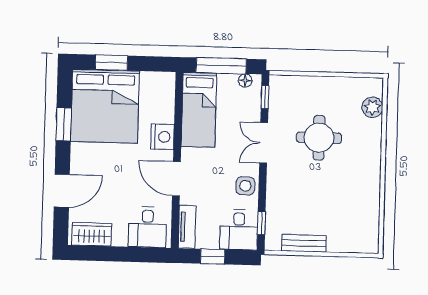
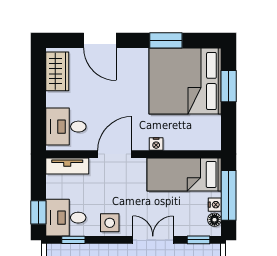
nightstand: (230, 80) -> (215, 205), added
nightstand: (162, 137) -> (156, 144), width x0.53, depth x0.56
window: (213, 257) -> (38, 212), moved

